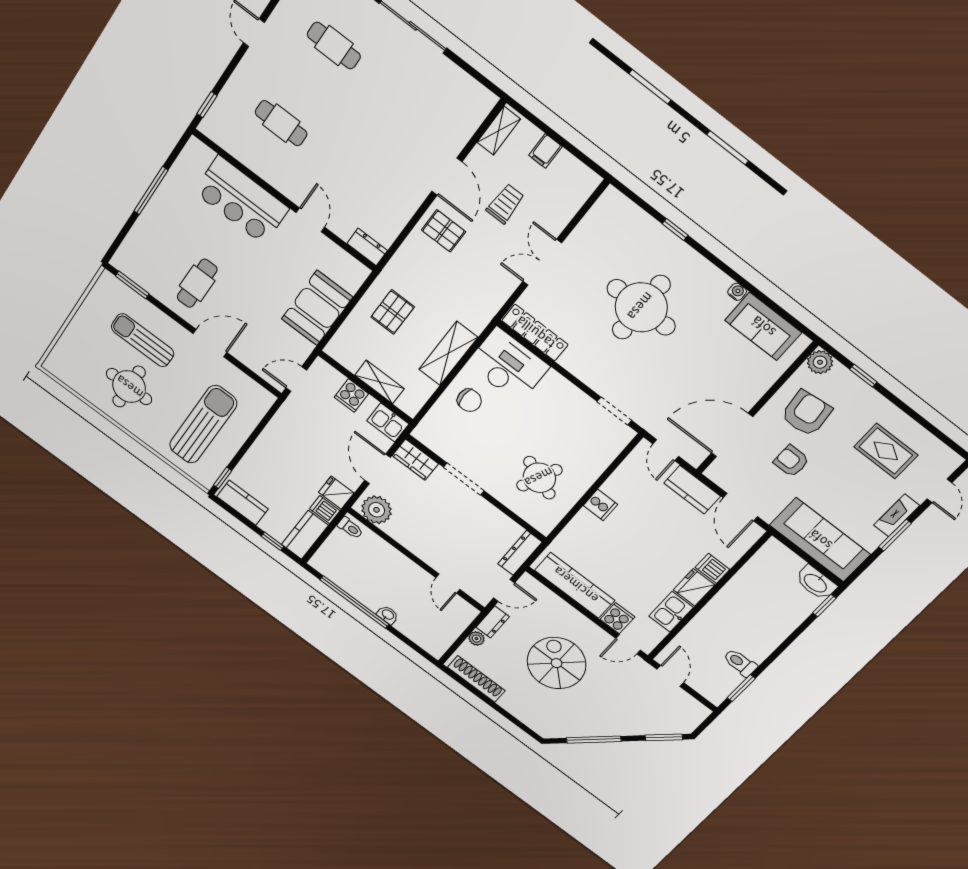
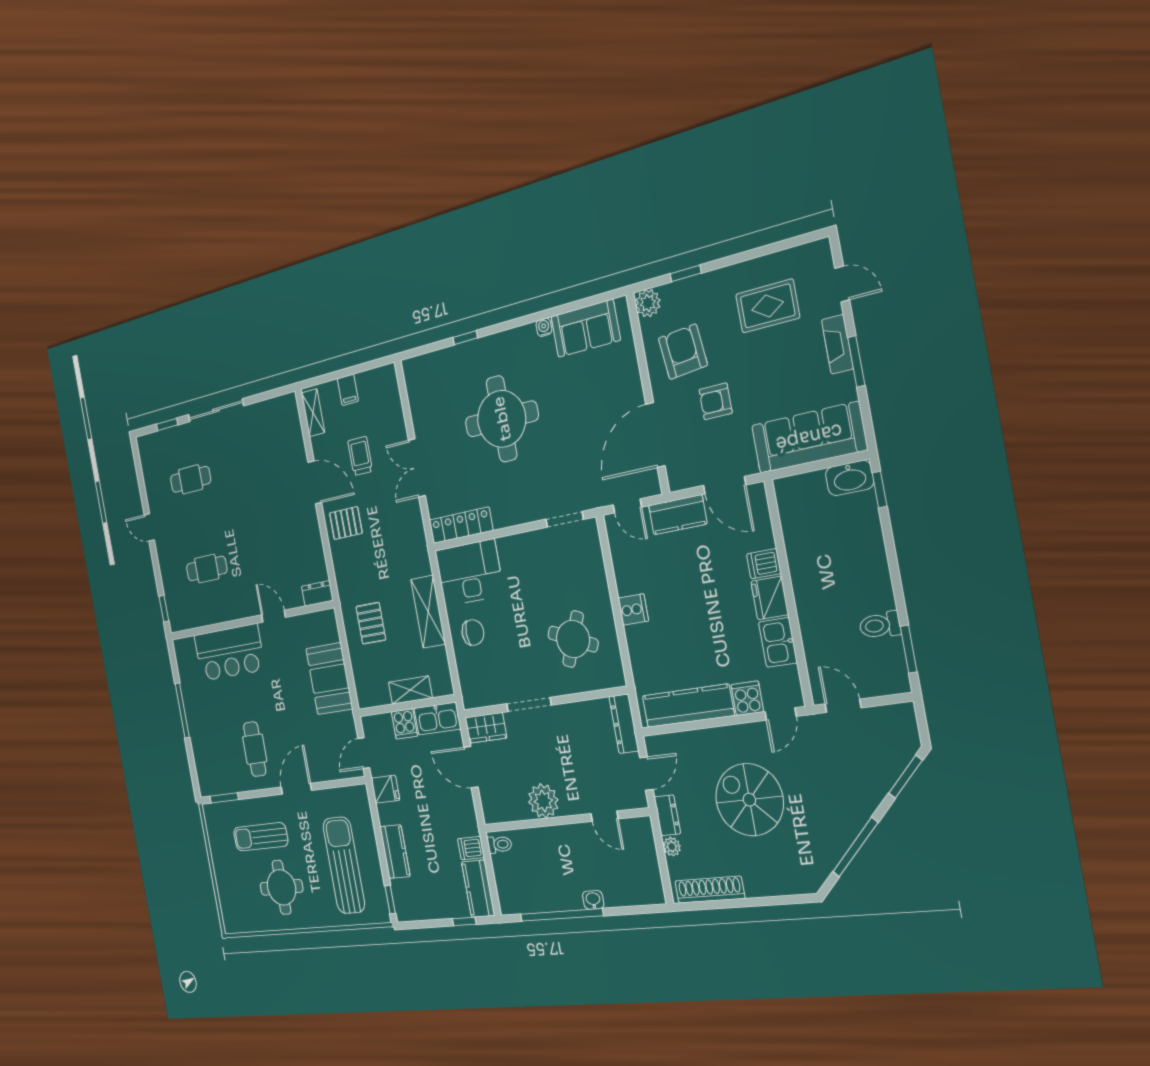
kitchen sink: (388, 422) -> (437, 719), width x1.38
fridge: (336, 493) -> (385, 789), moved, turned 180
kitchen counter: (242, 503) -> (395, 852), moved, turned 90
plant: (377, 510) -> (543, 801), moved

